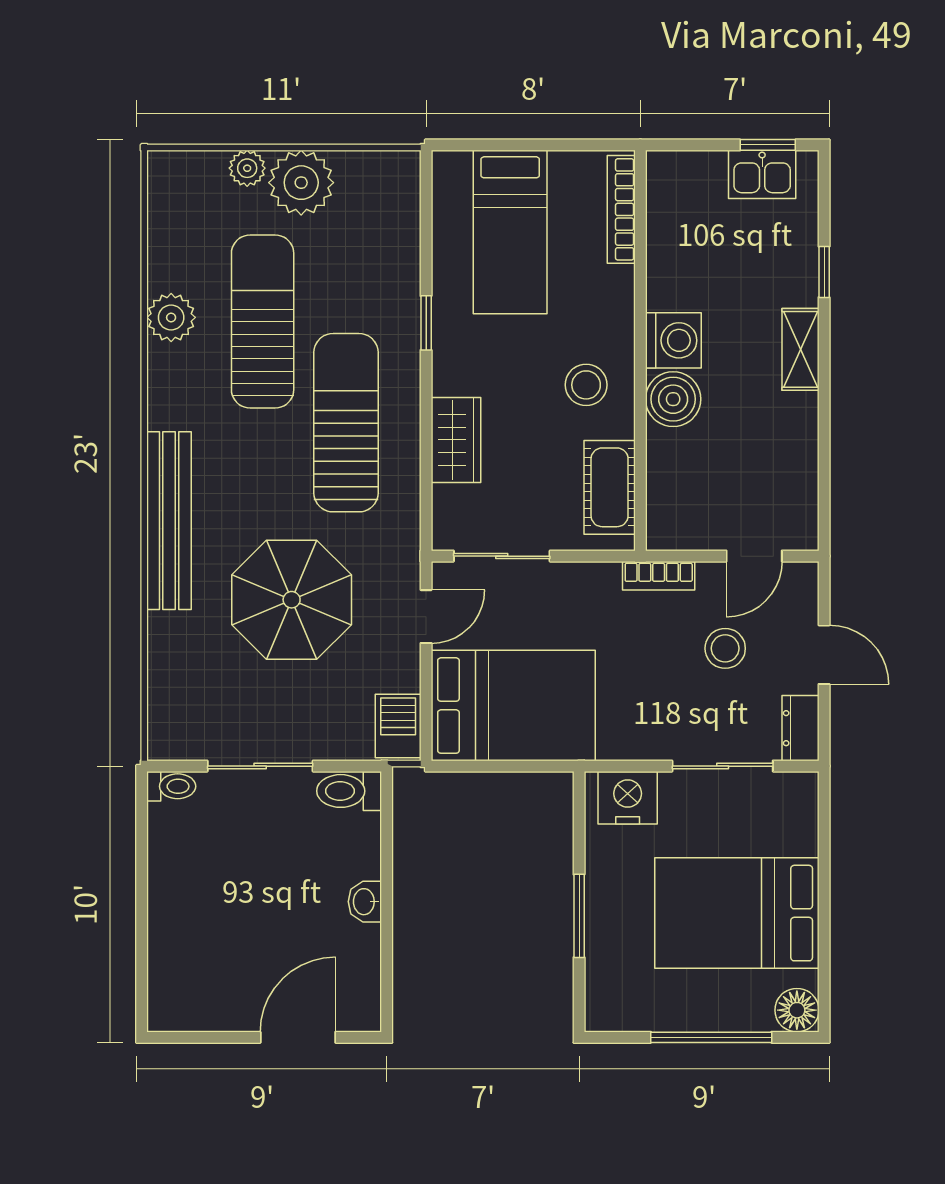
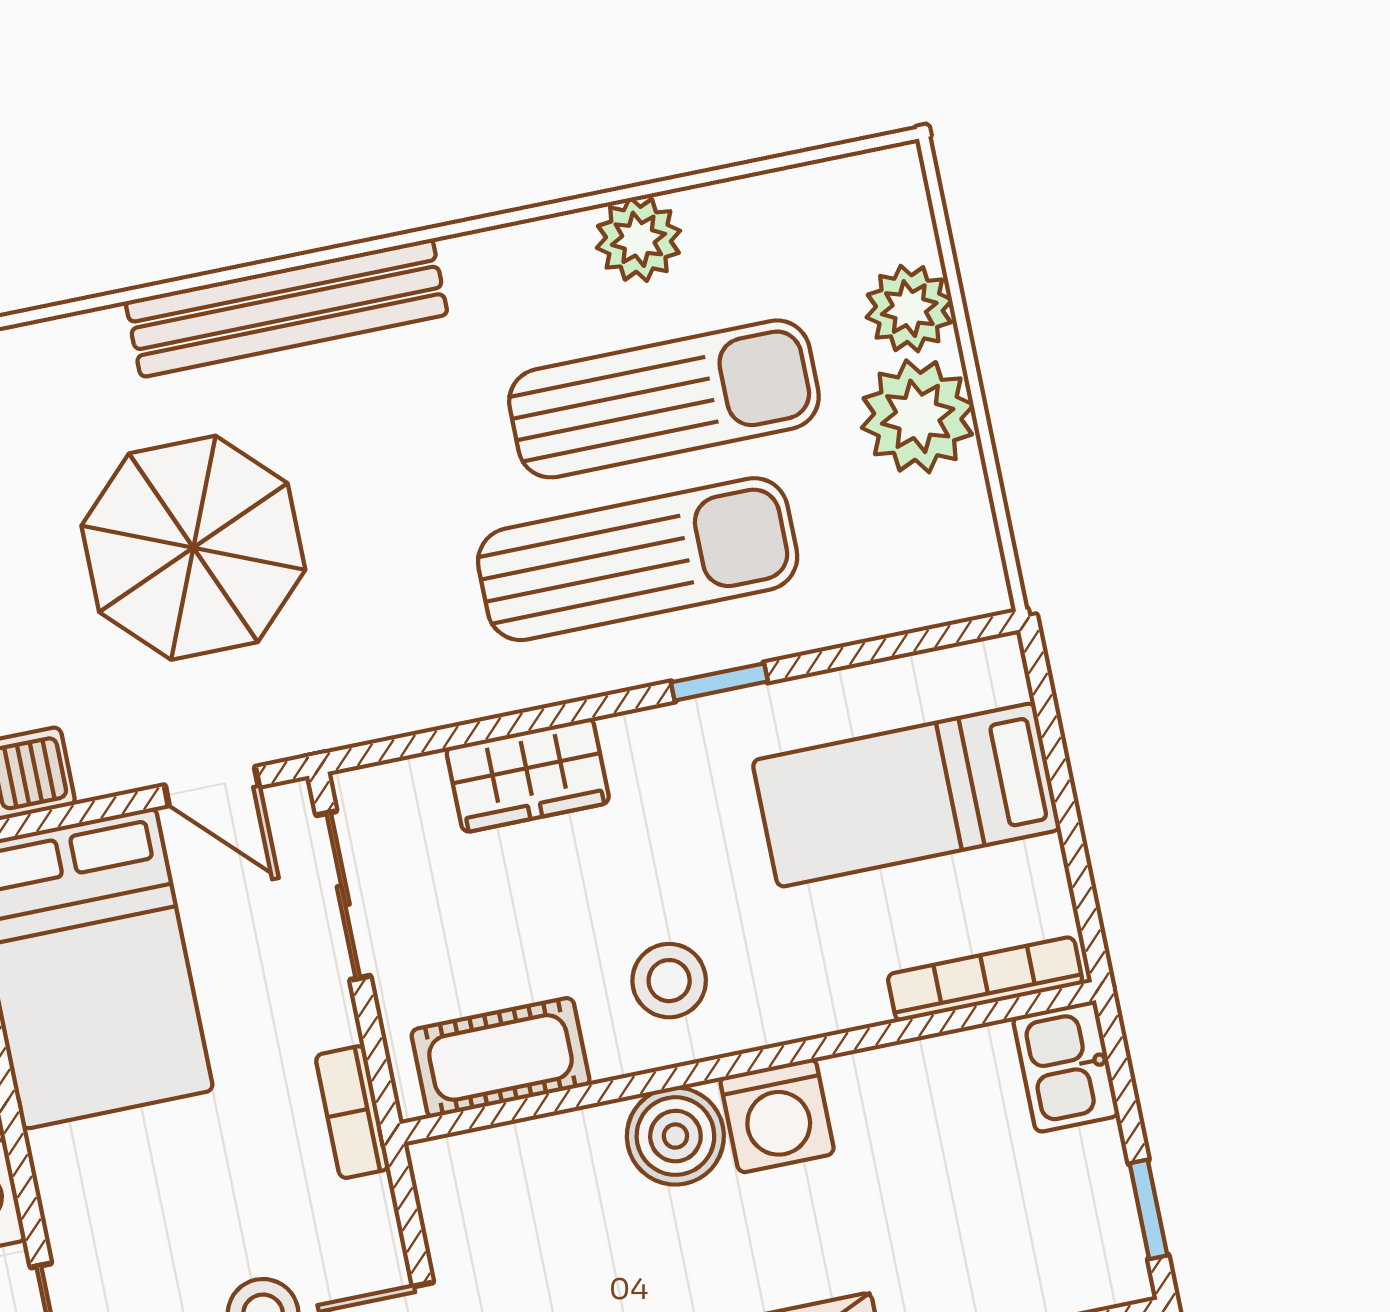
plant: (247, 168) -> (909, 309), width x1.38, depth x1.38
kitchen sink: (762, 174) -> (1066, 1067), moved
sun lounger: (346, 423) -> (638, 559), moved
bookcase: (659, 576) -> (352, 1112), moved

